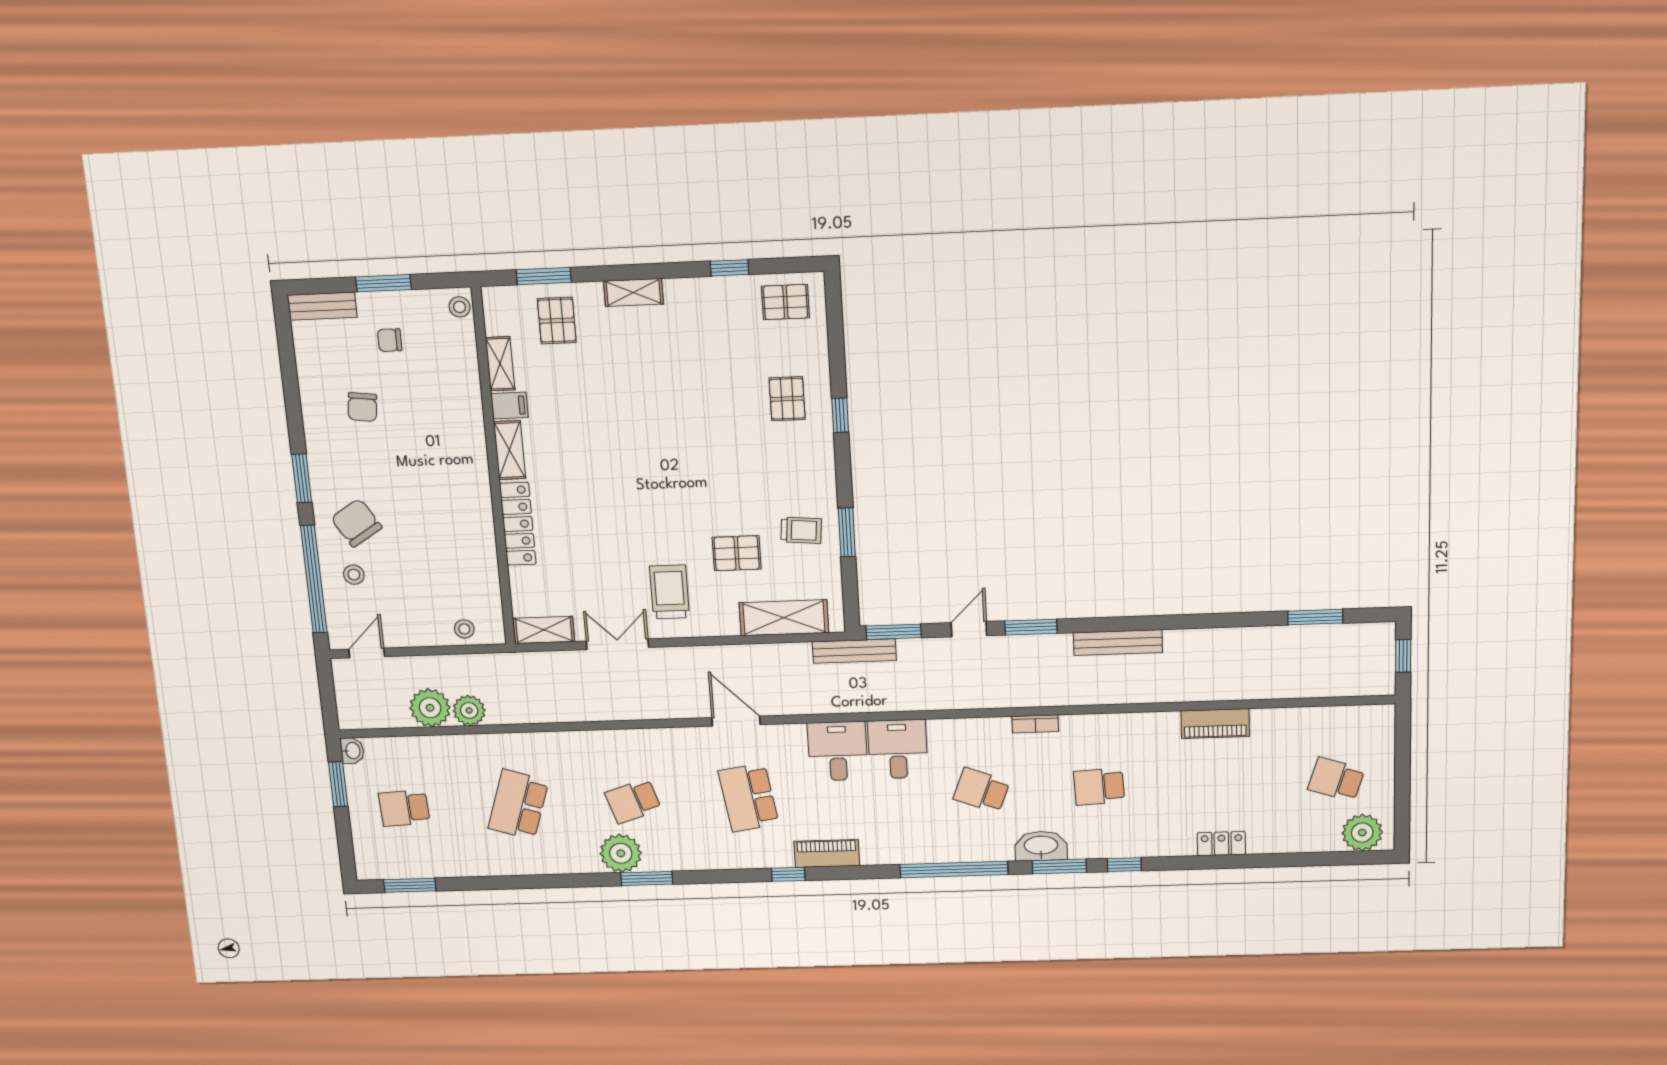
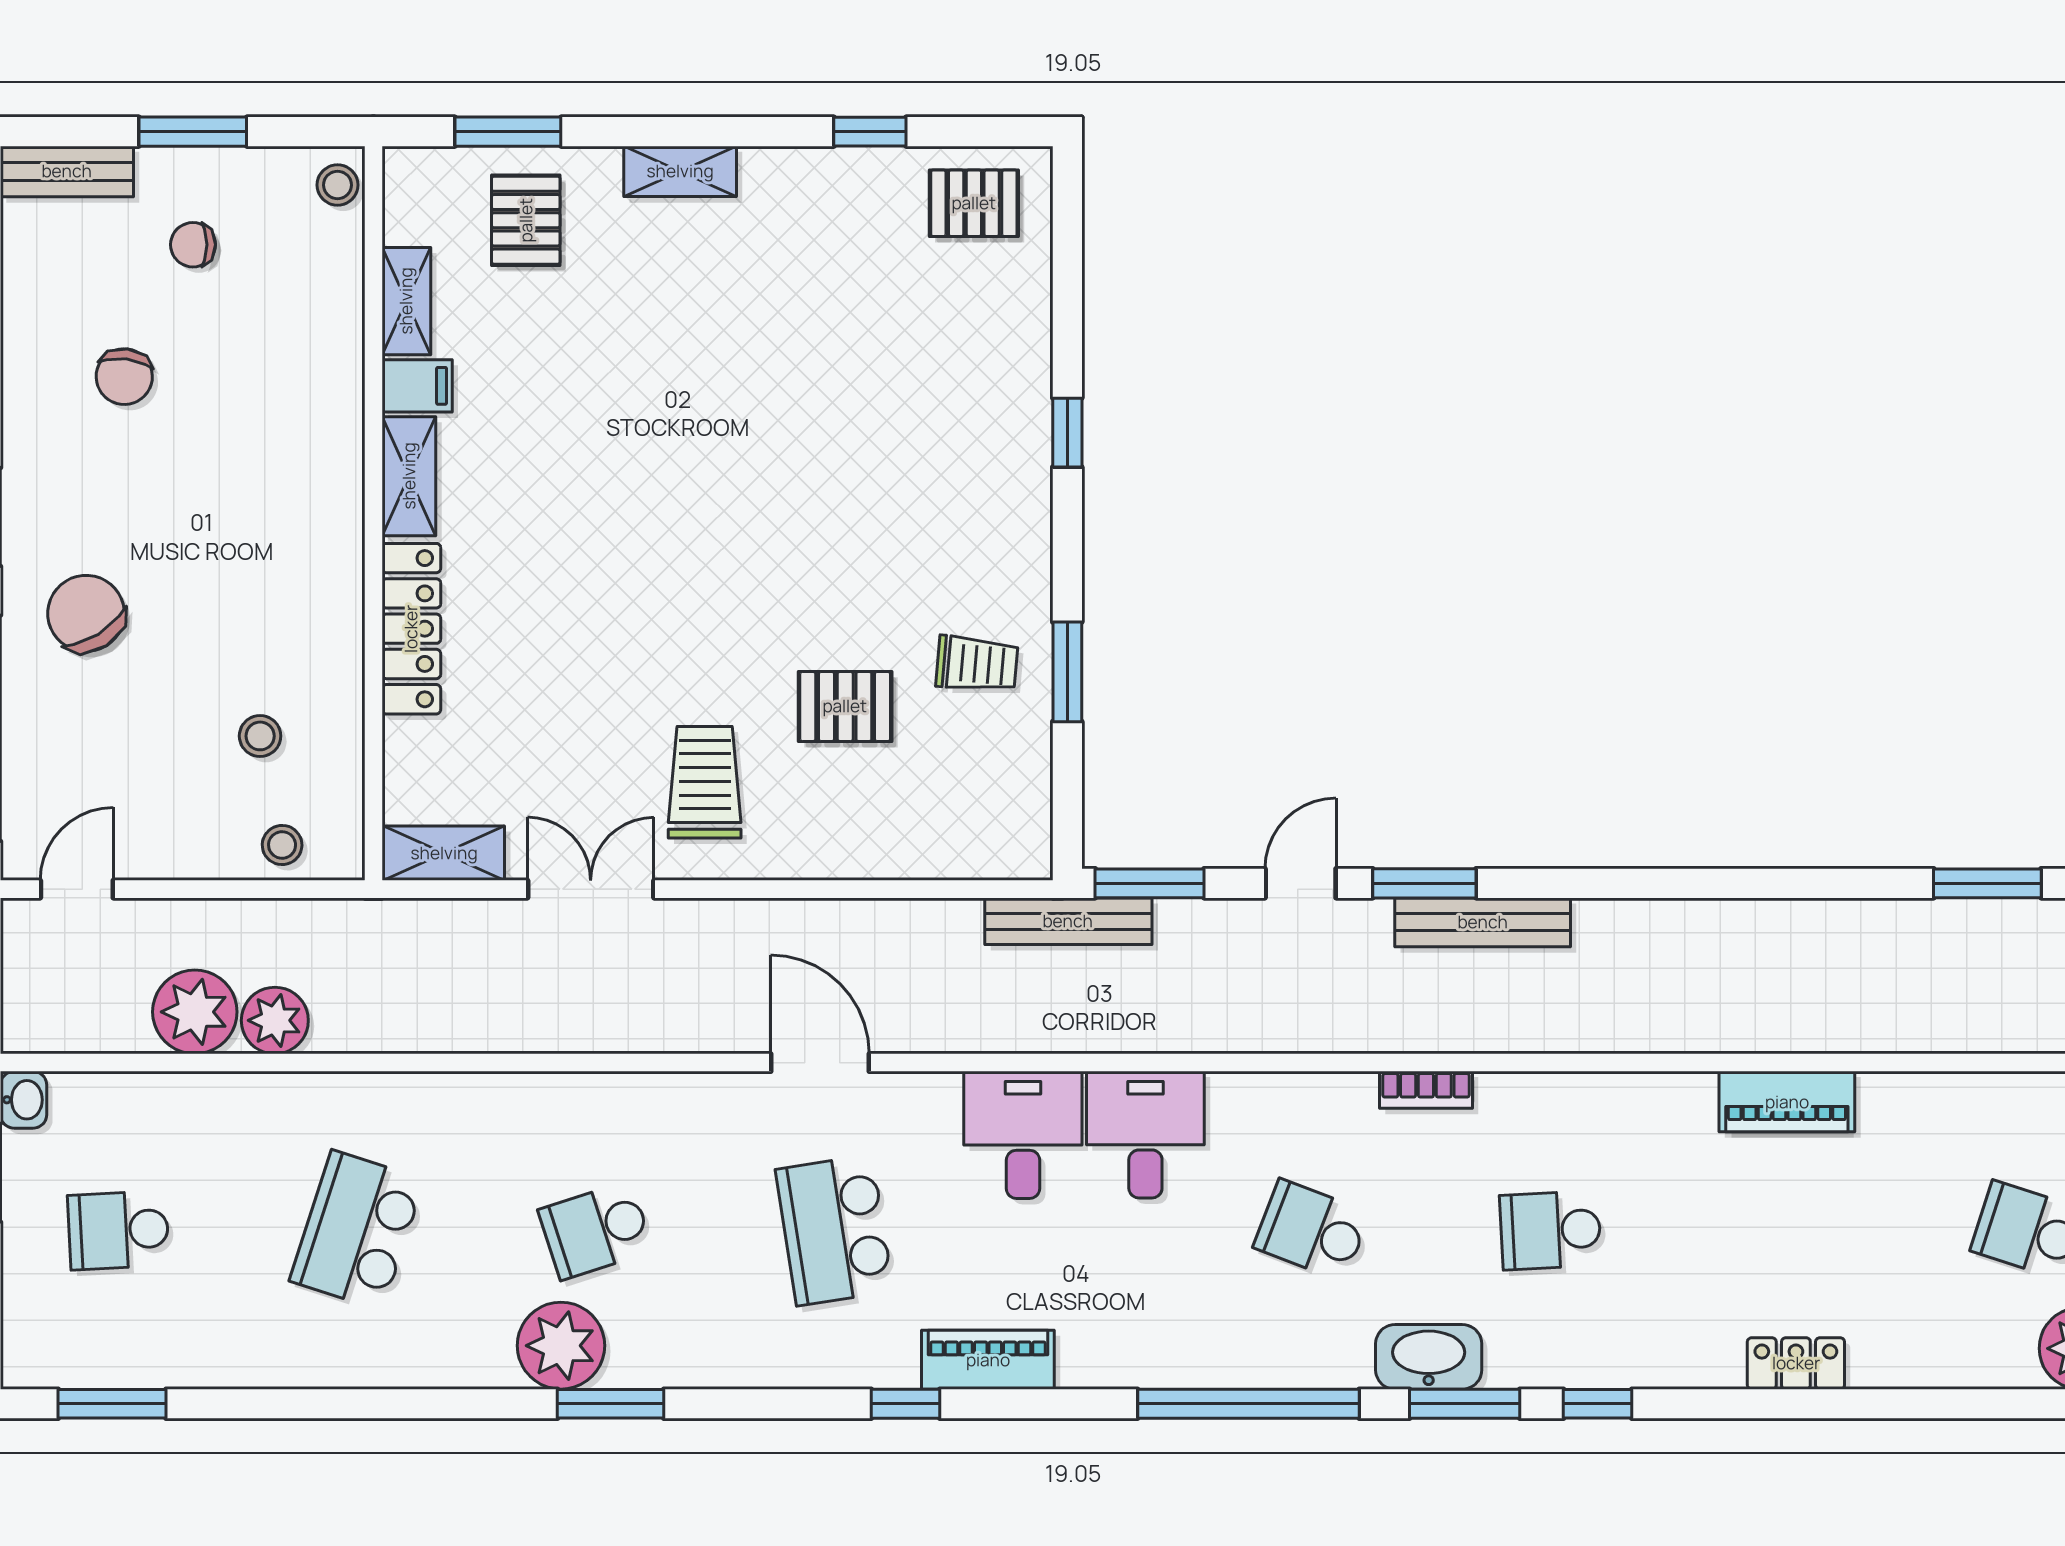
pallet: (787, 399) -> (965, 395), removed
stool: (354, 575) -> (260, 736), moved
shelving: (784, 618) -> (931, 845), removed
bench: (1118, 643) -> (1483, 922), moved

